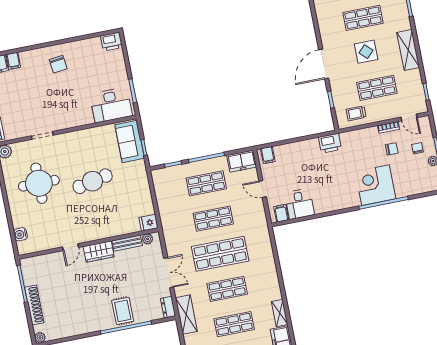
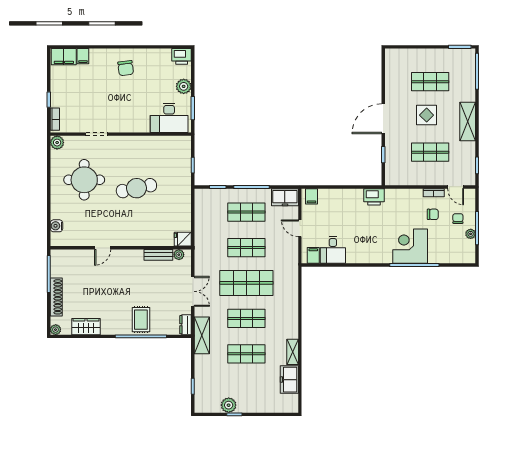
plant: (119, 71) -> (184, 86), added
trolley: (356, 113) -> (405, 173), removed
sofa: (130, 141) -> (180, 157), removed
wardrobe: (99, 252) -> (86, 327), moved, turned 180

